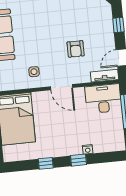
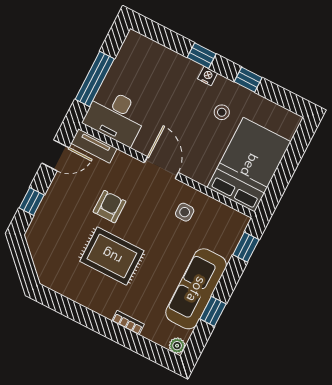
rug: (57, 24) -> (112, 256), added
stool: (49, 137) -> (222, 112), added
nightstand: (88, 149) -> (208, 76), moved

